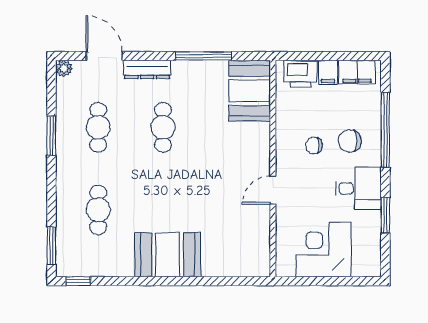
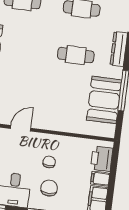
booth: (250, 91) -> (104, 100), moved, turned 90
door: (273, 190) -> (21, 128), hinge flipped

